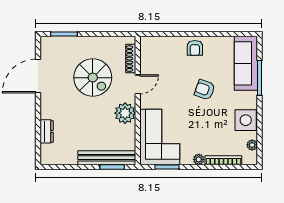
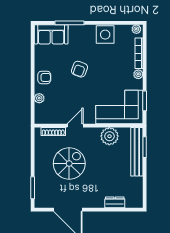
plant: (170, 42) -> (39, 98), added
sofa: (246, 63) -> (51, 34), width x0.73
door: (138, 84) -> (75, 126), hinge flipped
plant: (125, 113) -> (109, 136), moved
plant: (252, 145) -> (136, 29), moved

